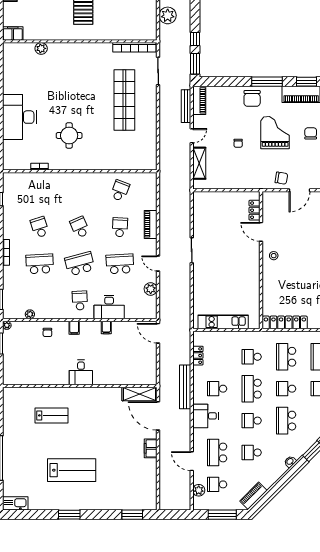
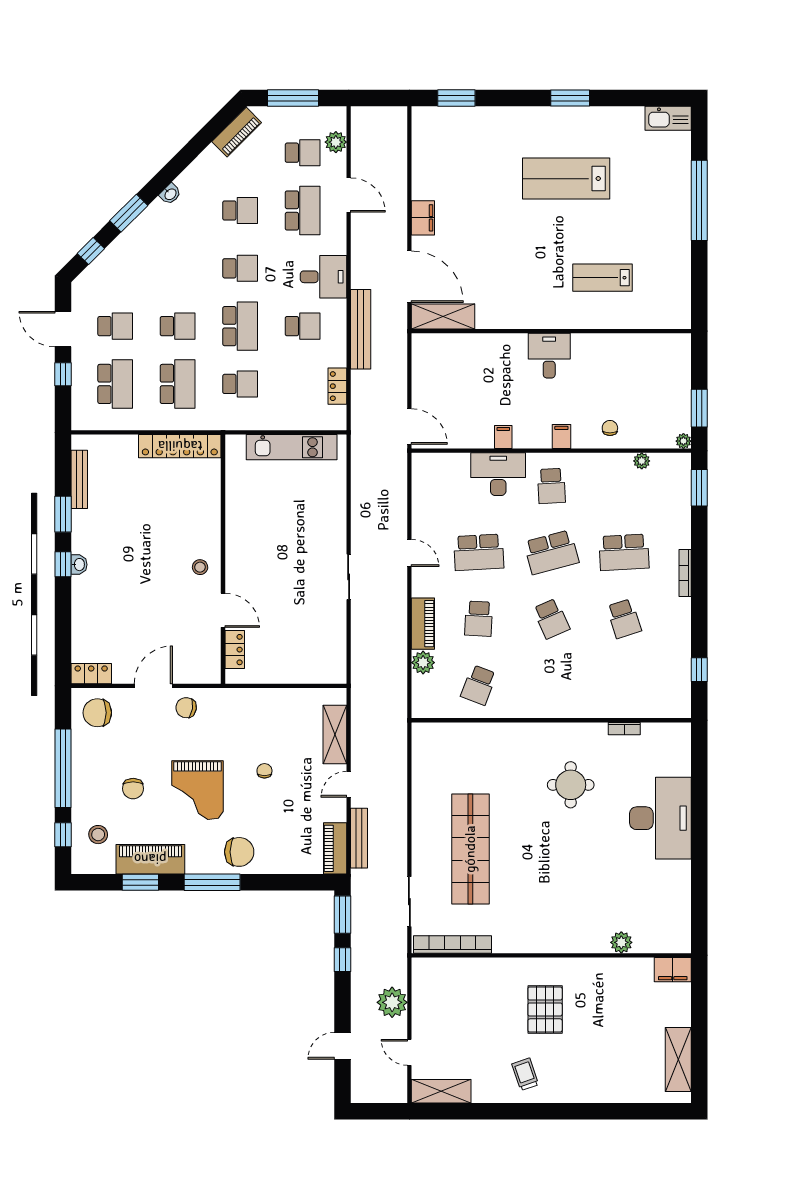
chair: (252, 98) -> (239, 852), turned 90
plant: (151, 289) -> (423, 663), moved
school desk: (286, 421) -> (178, 268), removed

